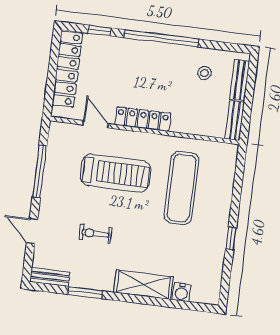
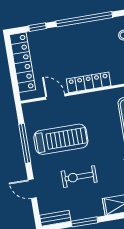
treadmill: (115, 173) -> (61, 139), moved
exercise bike: (95, 234) -> (79, 177), width x1.38, depth x1.39

